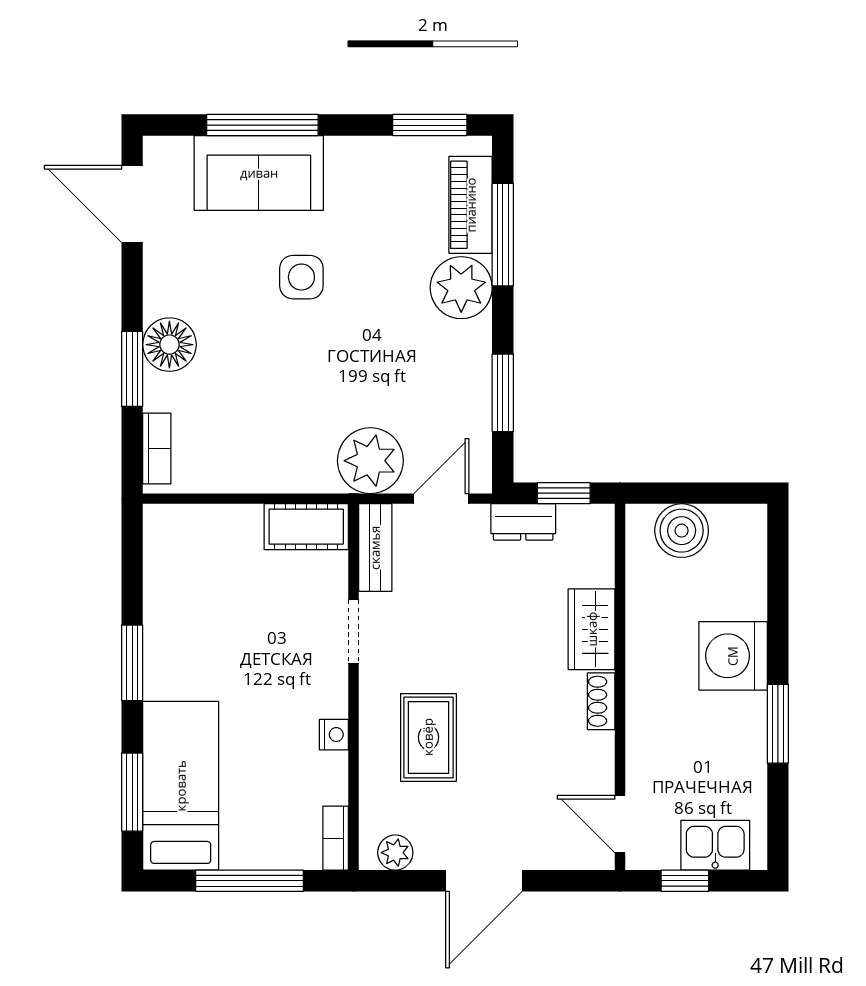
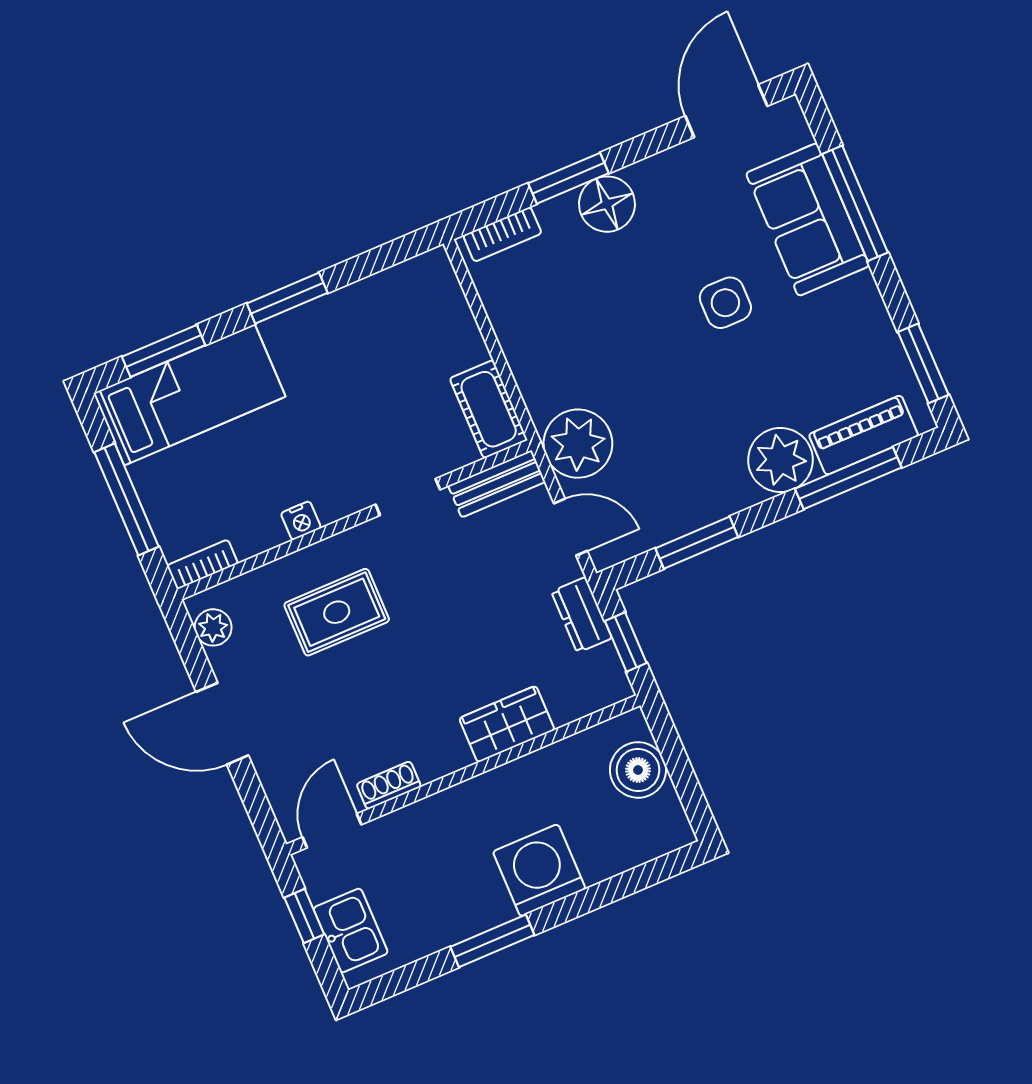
shoe rack: (601, 701) -> (389, 785), moved

